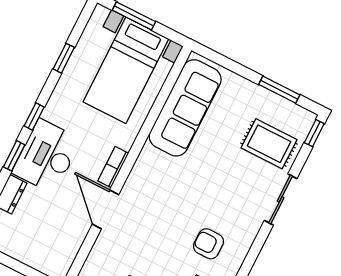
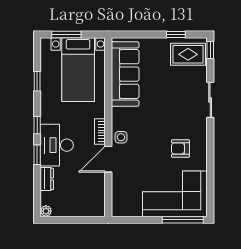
window: (279, 90) -> (176, 34), width x0.67
rug: (269, 144) -> (188, 54), moved
side table: (137, 189) -> (121, 137), added
door: (106, 209) -> (108, 159), hinge flipped

